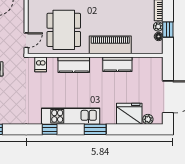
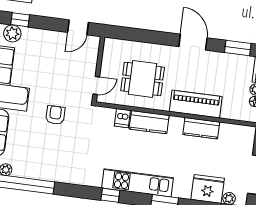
dining table: (64, 30) -> (143, 79), width x0.73
dishwasher: (41, 64) -> (122, 118), moved

